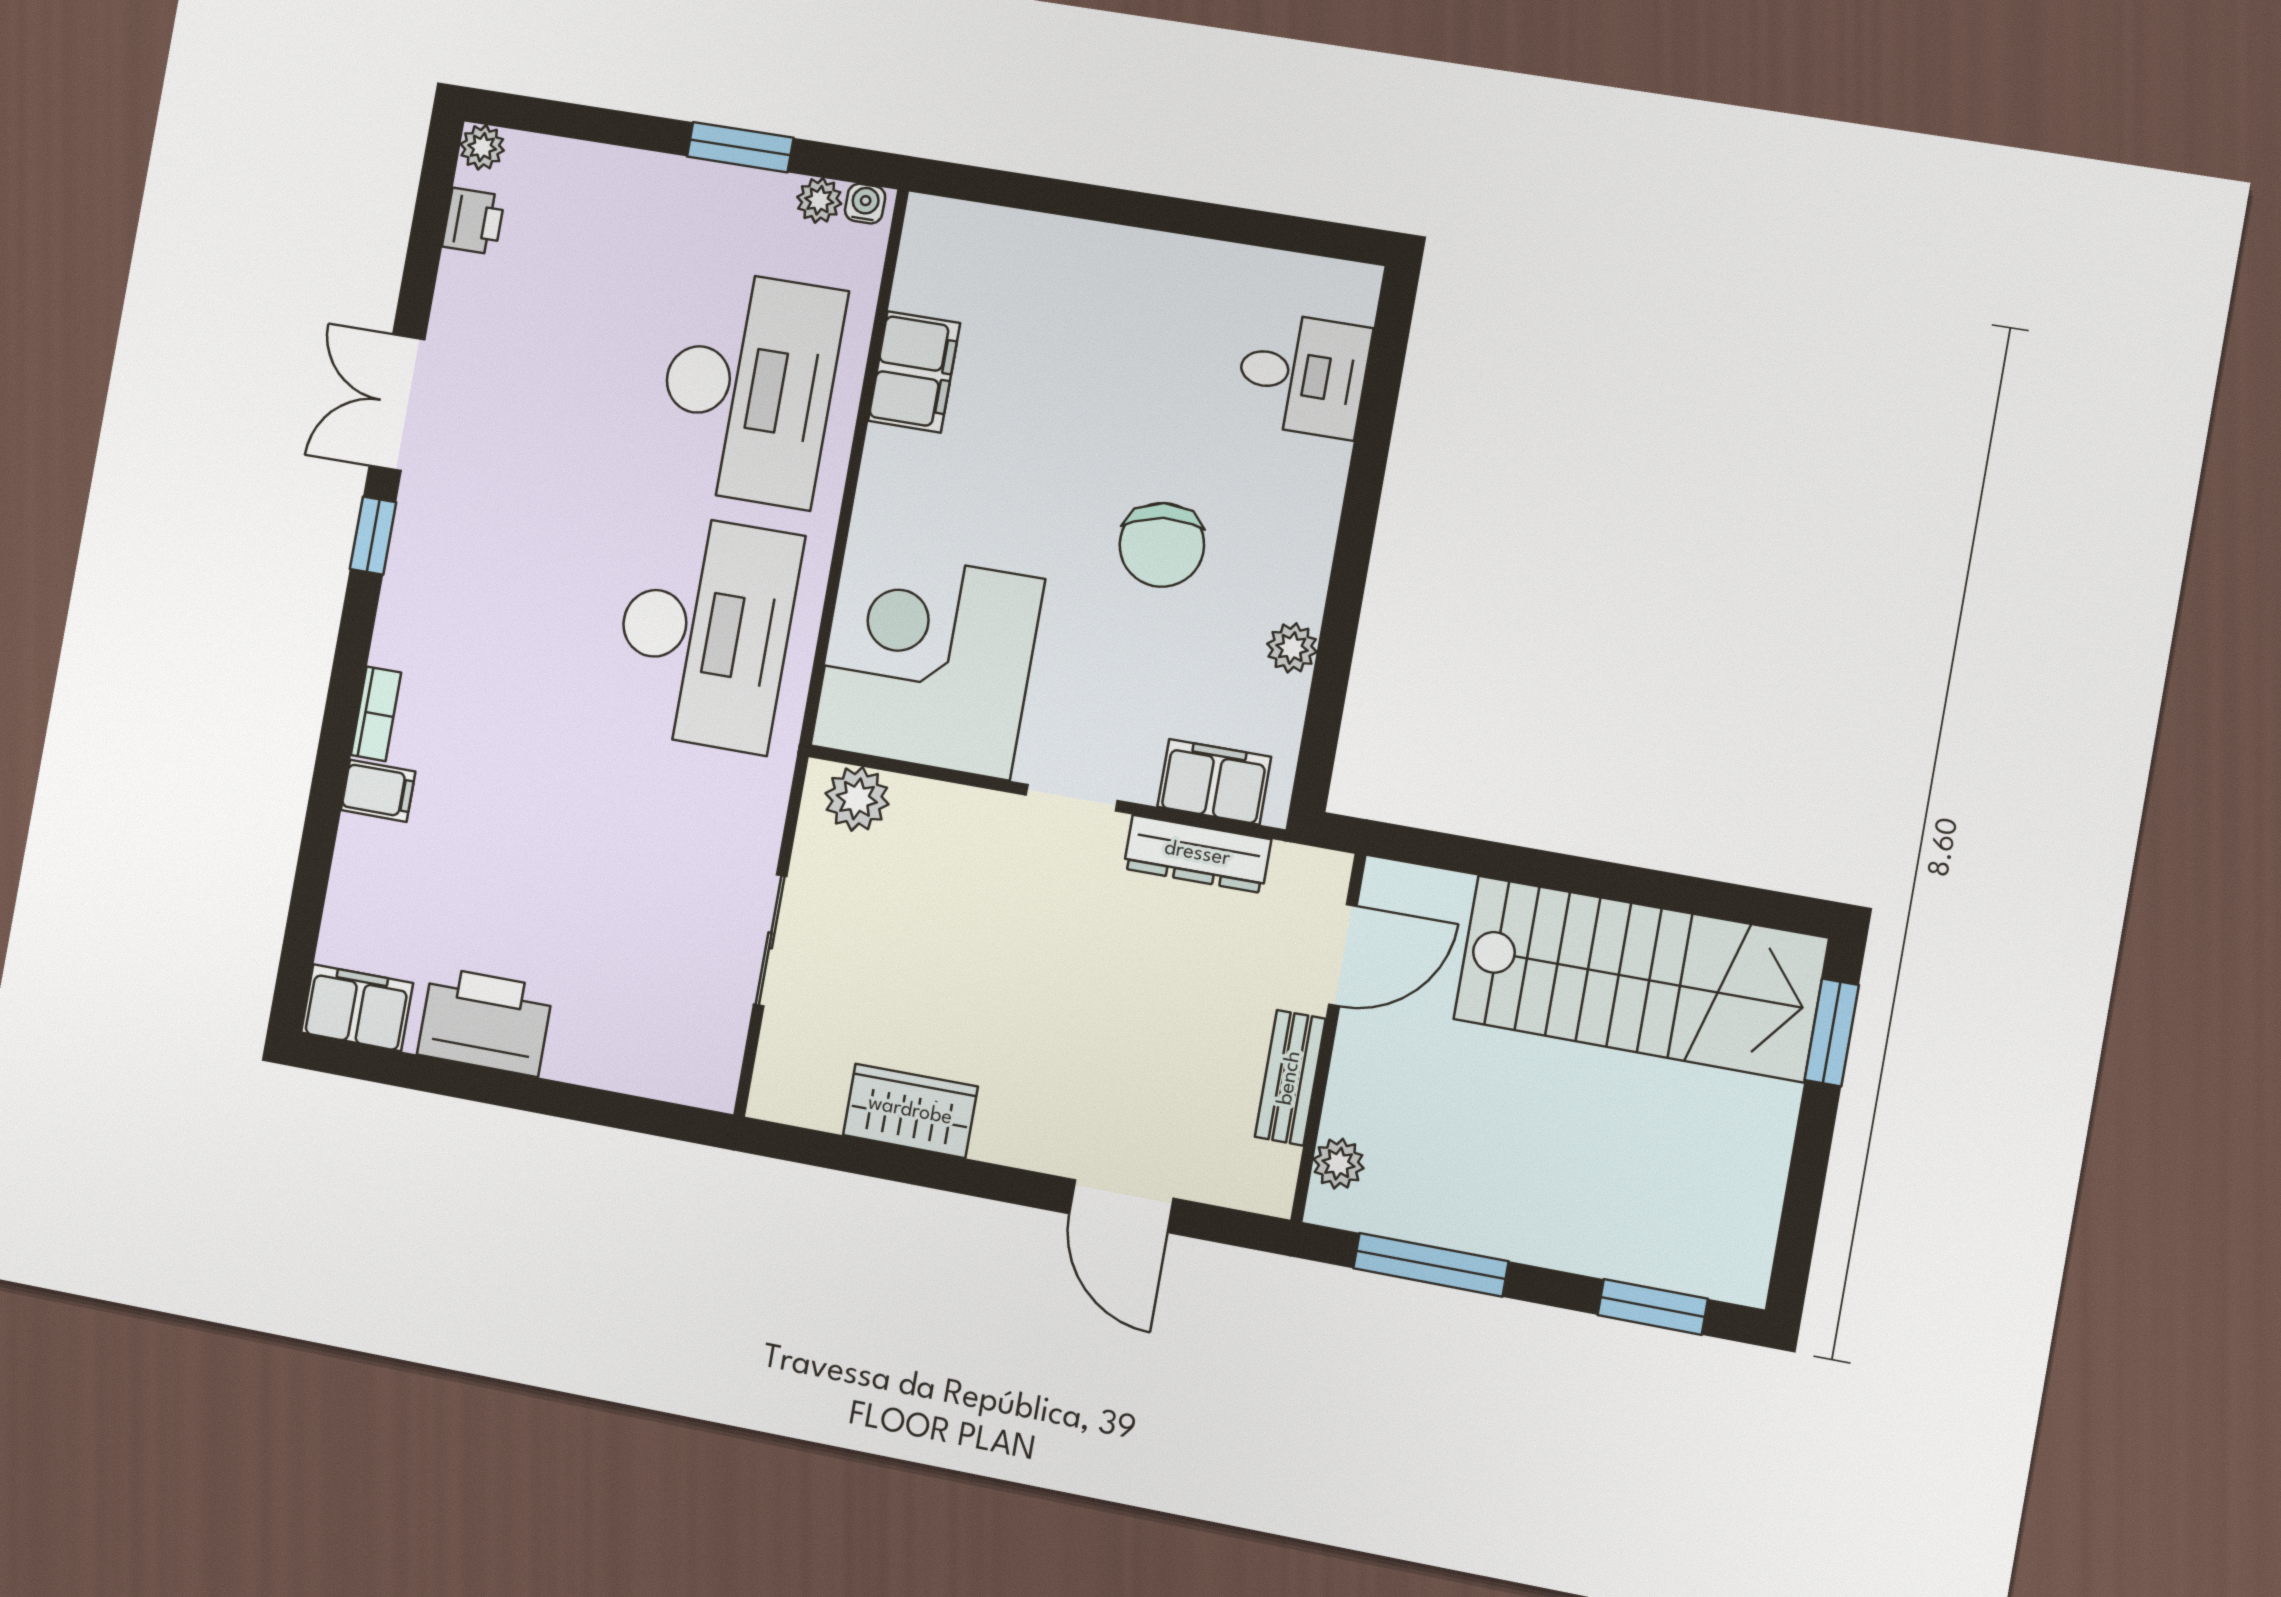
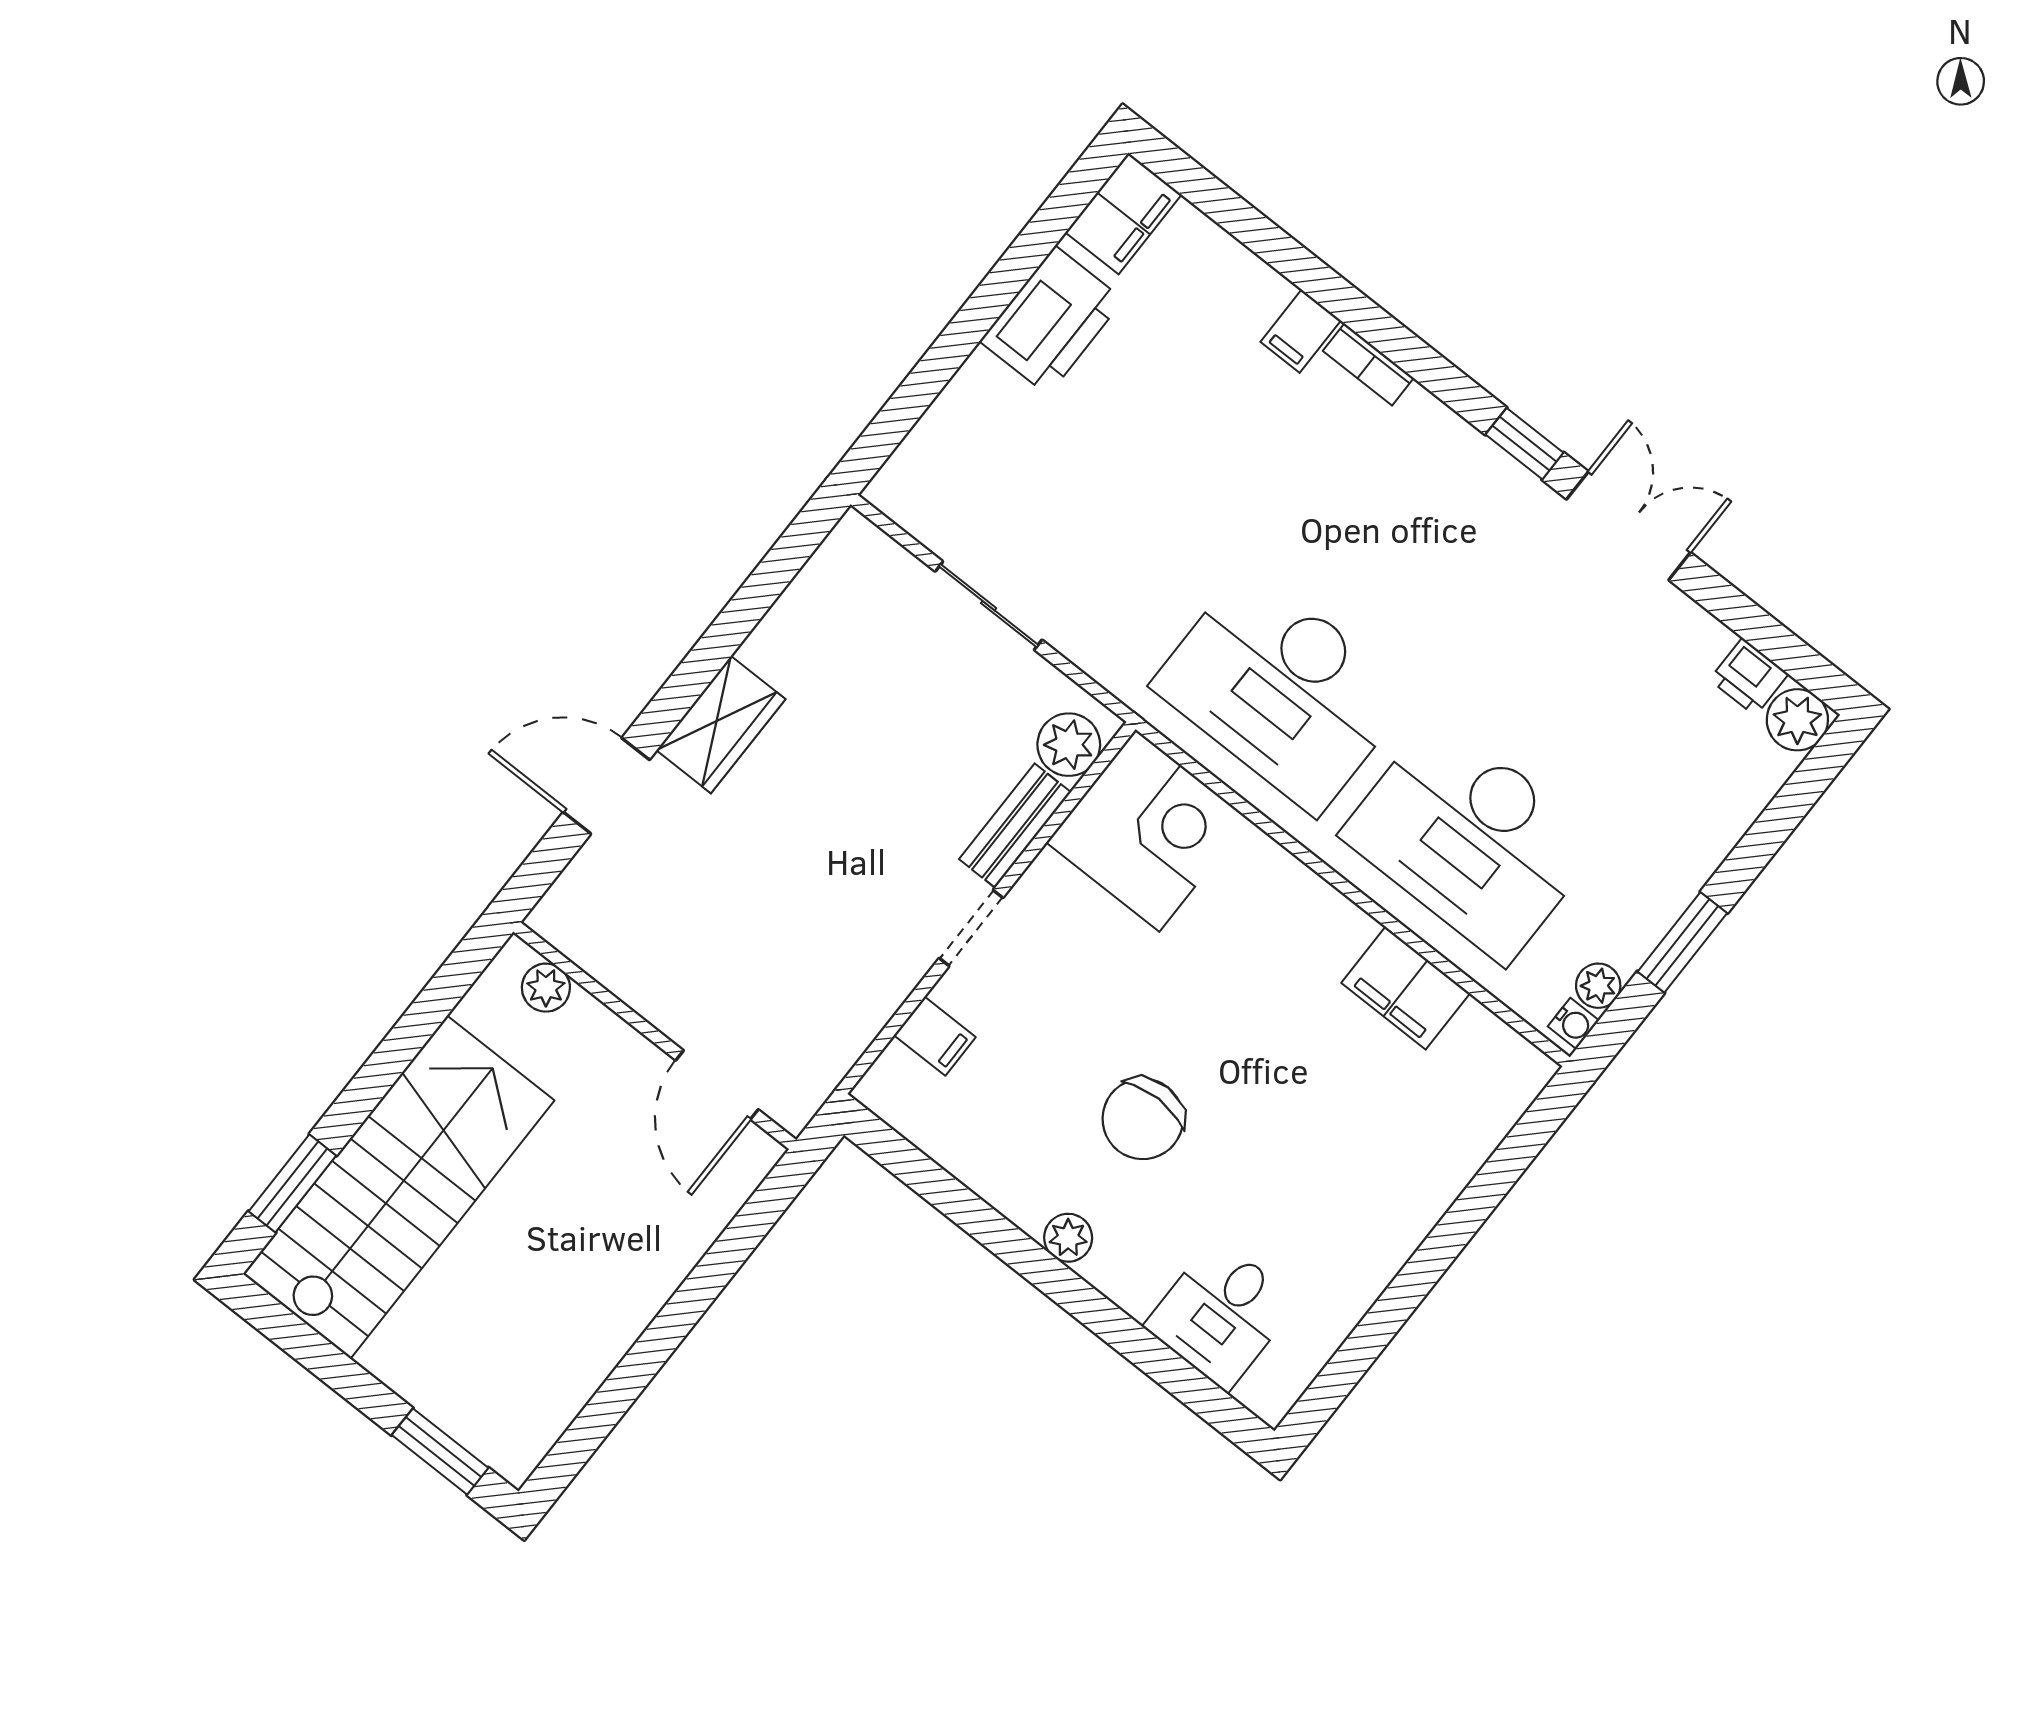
plant: (482, 147) -> (1797, 720), width x1.38, depth x1.38
chair: (1162, 545) -> (1143, 1119), turned -83
plant: (1292, 648) -> (1068, 1238), moved
corner desk: (928, 663) -> (1147, 830), width x0.74, depth x0.74
filing cabinet: (1214, 782) -> (935, 1036), width x0.50
dresser: (1197, 854) -> (867, 1009), removed
stairs: (1640, 979) -> (399, 1187), moved, turned 180
bench: (1290, 1078) -> (1015, 826), moved, turned 90
wardrobe: (910, 1111) -> (721, 725), moved
window: (1431, 1265) -> (422, 1019), removed

